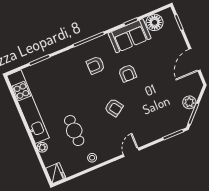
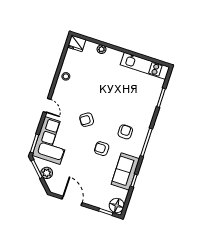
floor lamp: (155, 22) -> (117, 205), moved
kitchen unit: (28, 107) -> (145, 66), width x0.73
corner sofa: (157, 122) -> (52, 140), added
cafe table: (74, 131) -> (94, 80), removed

